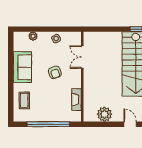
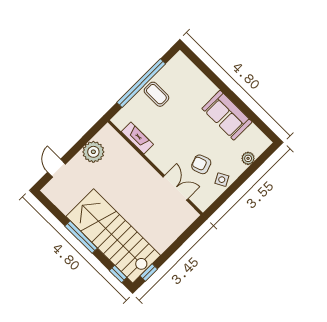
armchair: (55, 72) -> (201, 164), moved
coffee table: (24, 100) -> (156, 94), moved
door: (130, 124) -> (57, 168), swing flipped

